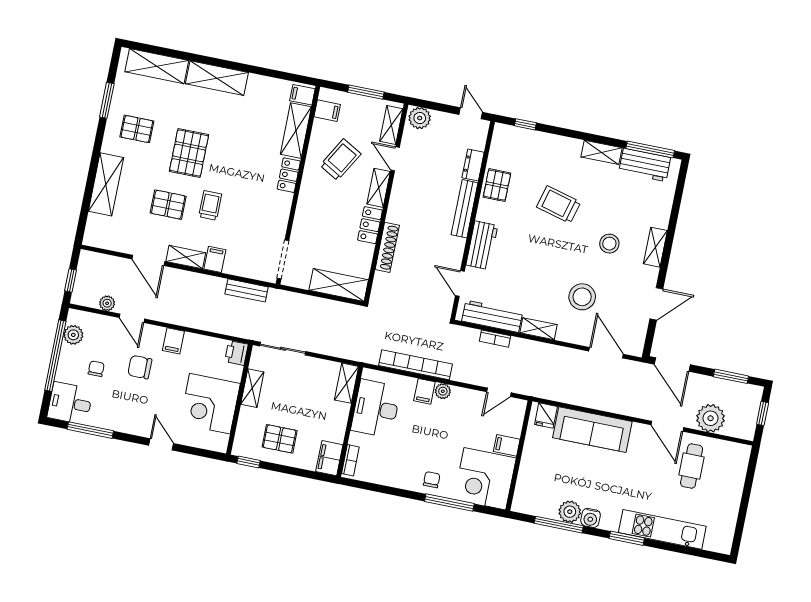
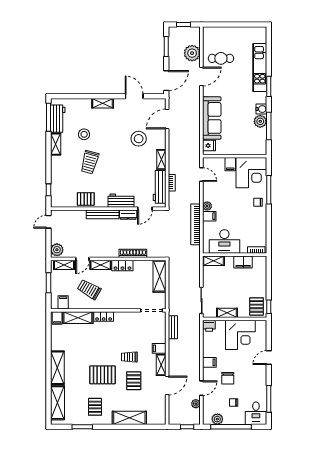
dresser: (473, 165) -> (128, 215), moved
stool: (609, 244) -> (84, 134), moved
pallet: (280, 439) -> (256, 306), moved
filing cabinet: (329, 458) -> (243, 262), moved

